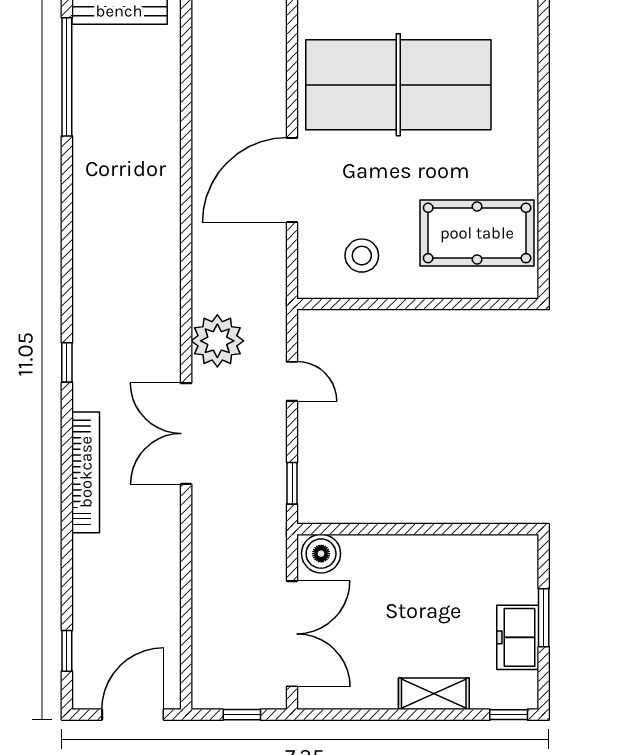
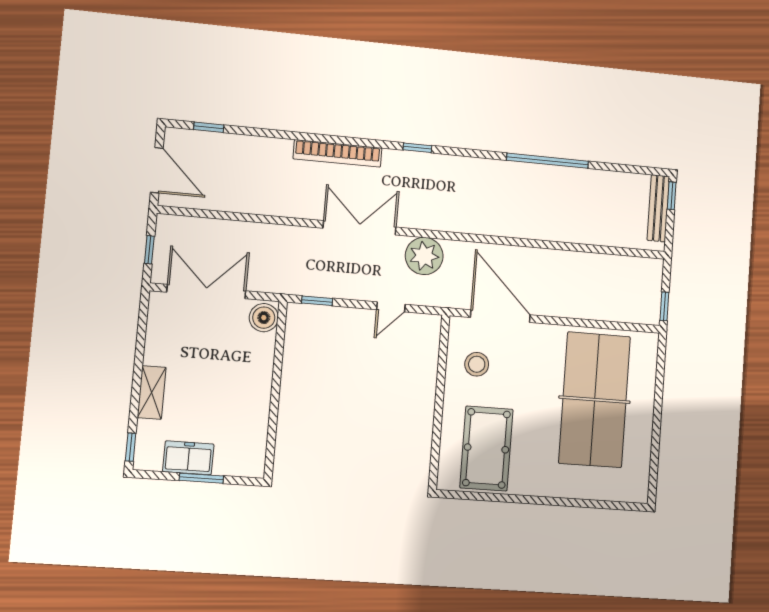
window: (67, 77) -> (548, 161), moved
door: (292, 180) -> (500, 316), moved
double door: (292, 634) -> (206, 292), swing flipped

